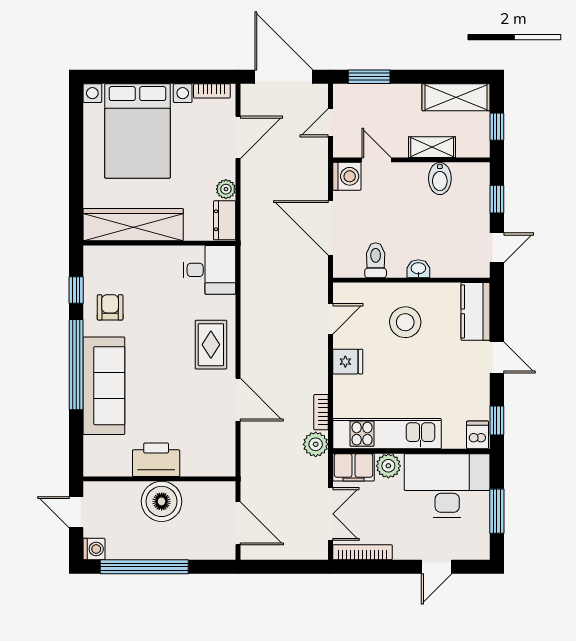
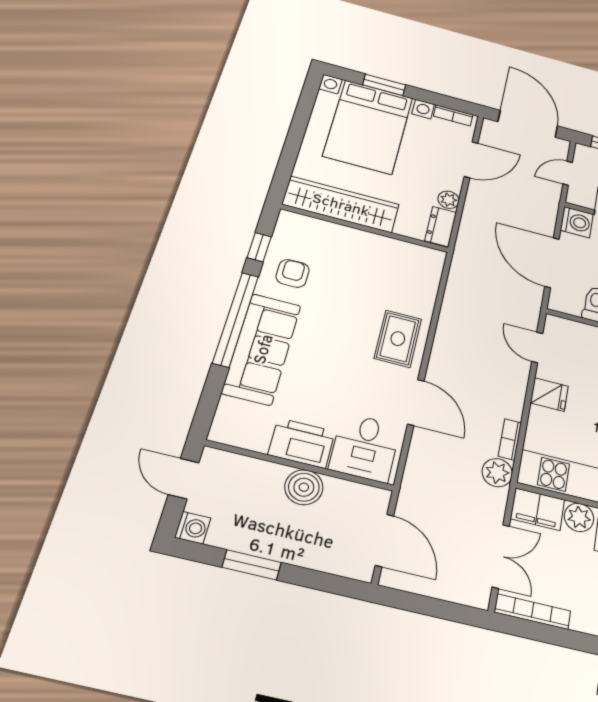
window: (141, 77) -> (384, 85), added
desk: (209, 270) -> (365, 447), moved, turned 90
door: (330, 319) -> (537, 347), swing flipped
boiler: (162, 501) -> (304, 487), width x0.73, depth x0.73
window: (144, 567) -> (252, 565), width x0.47

